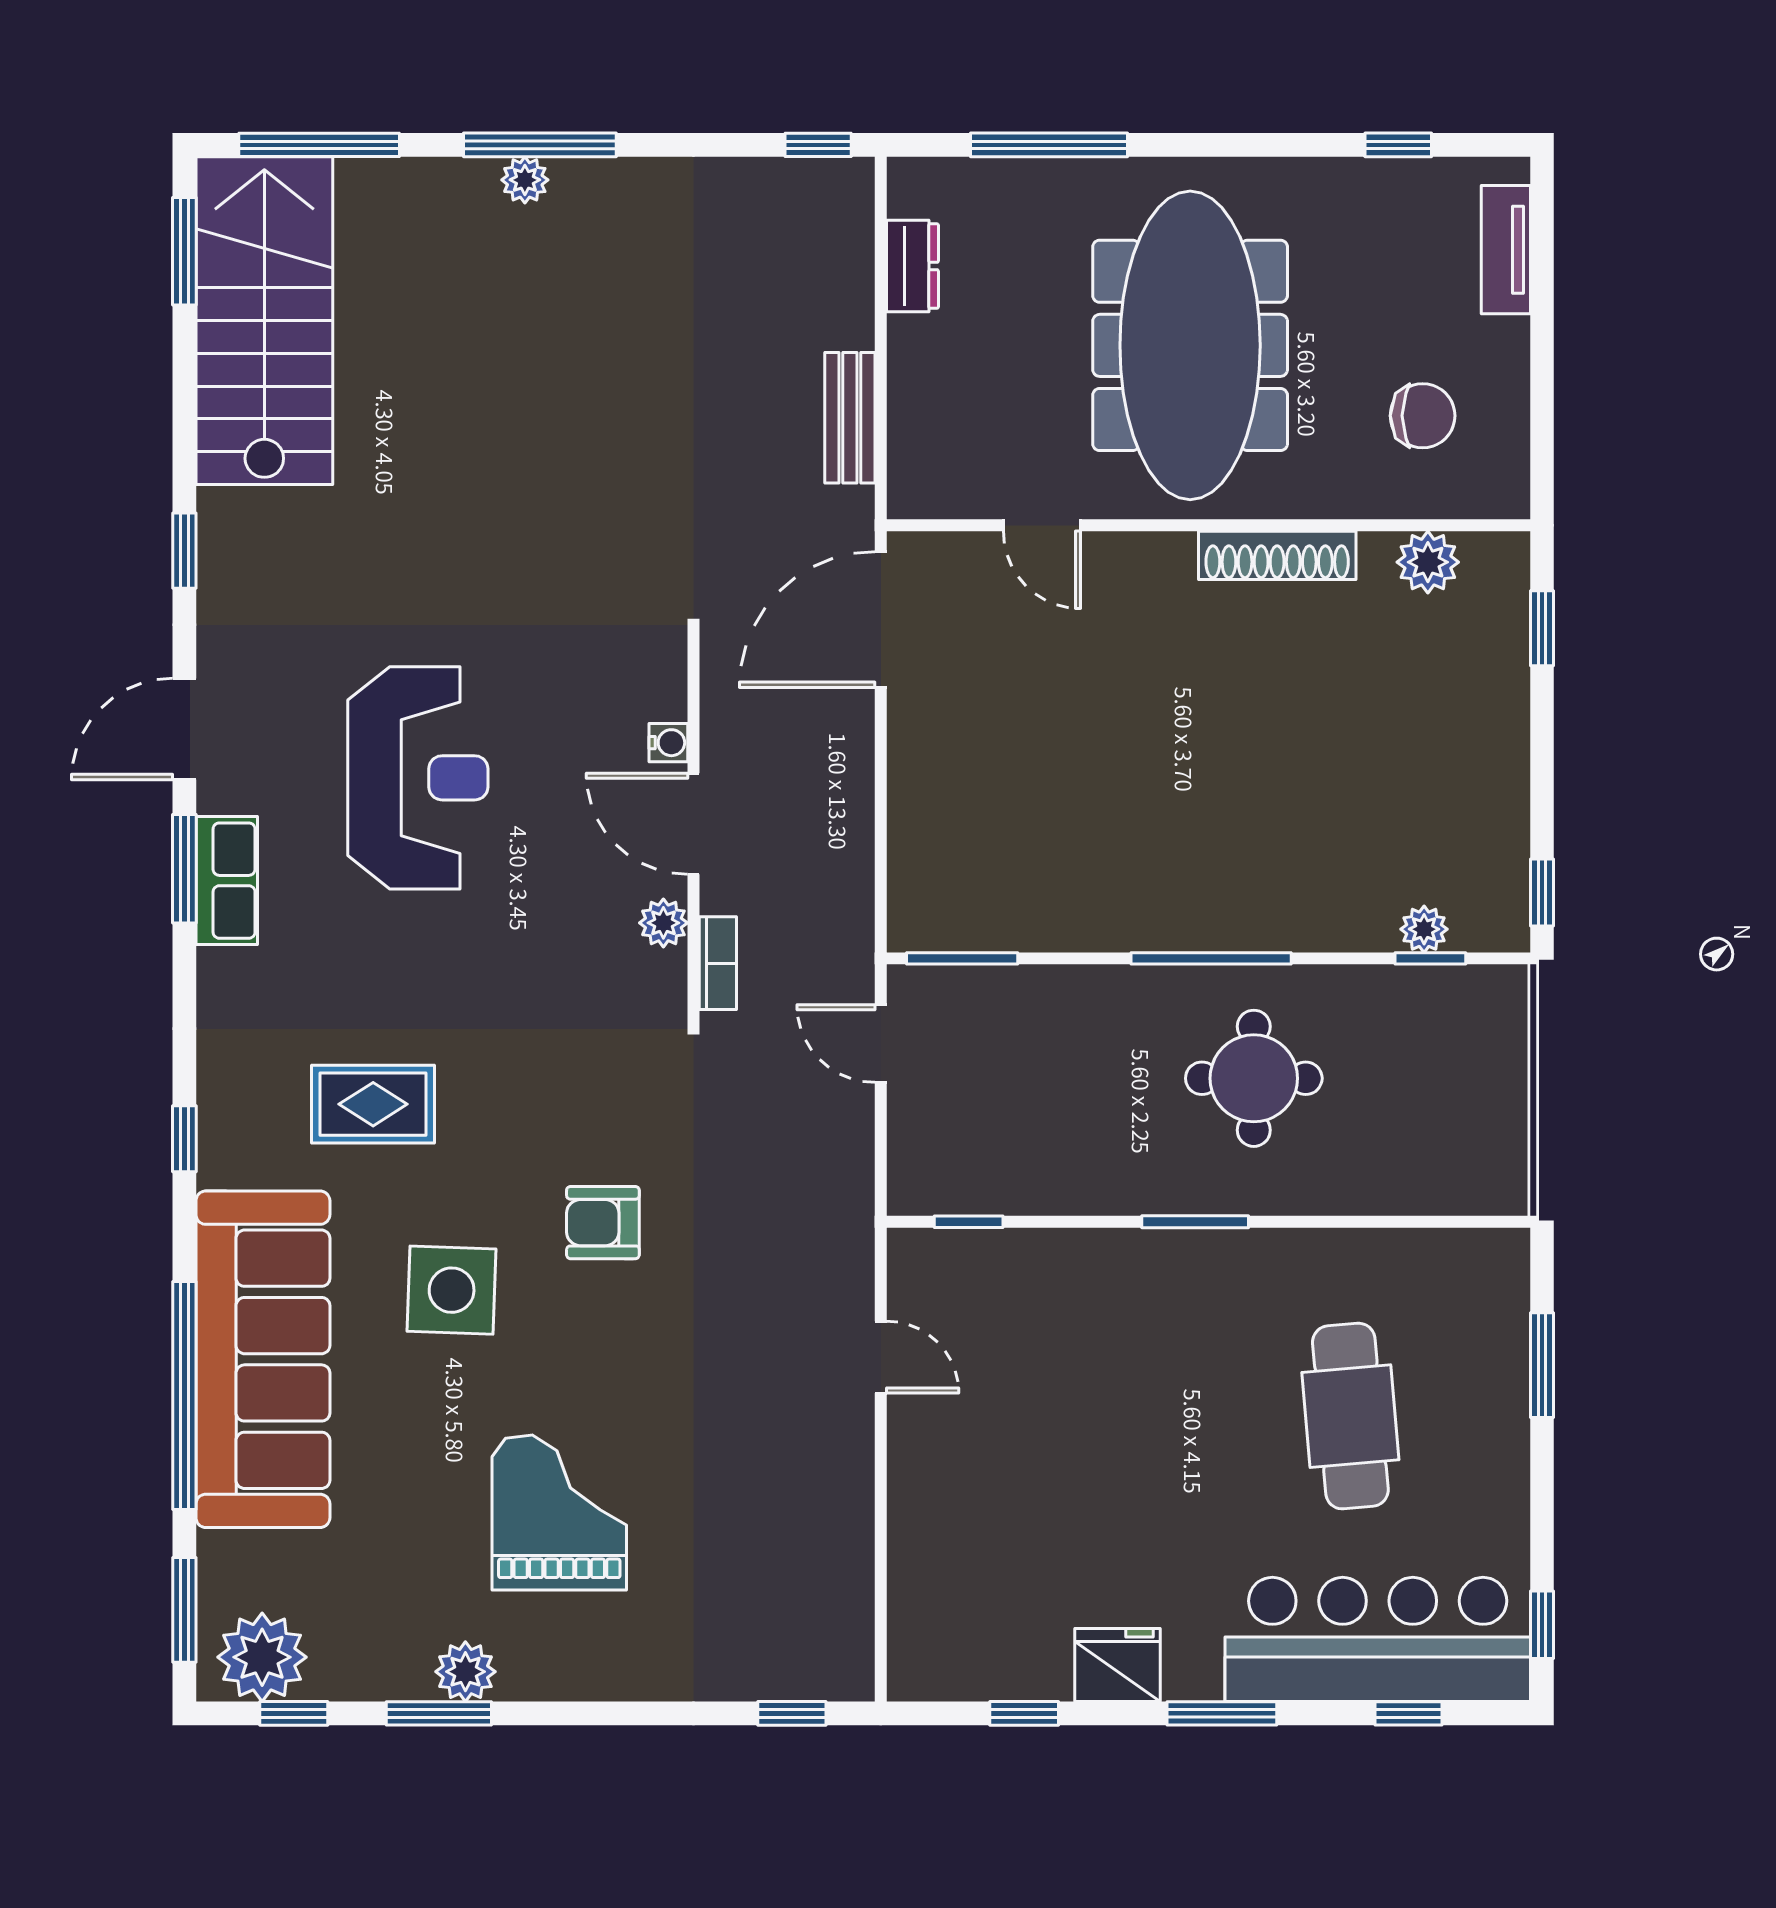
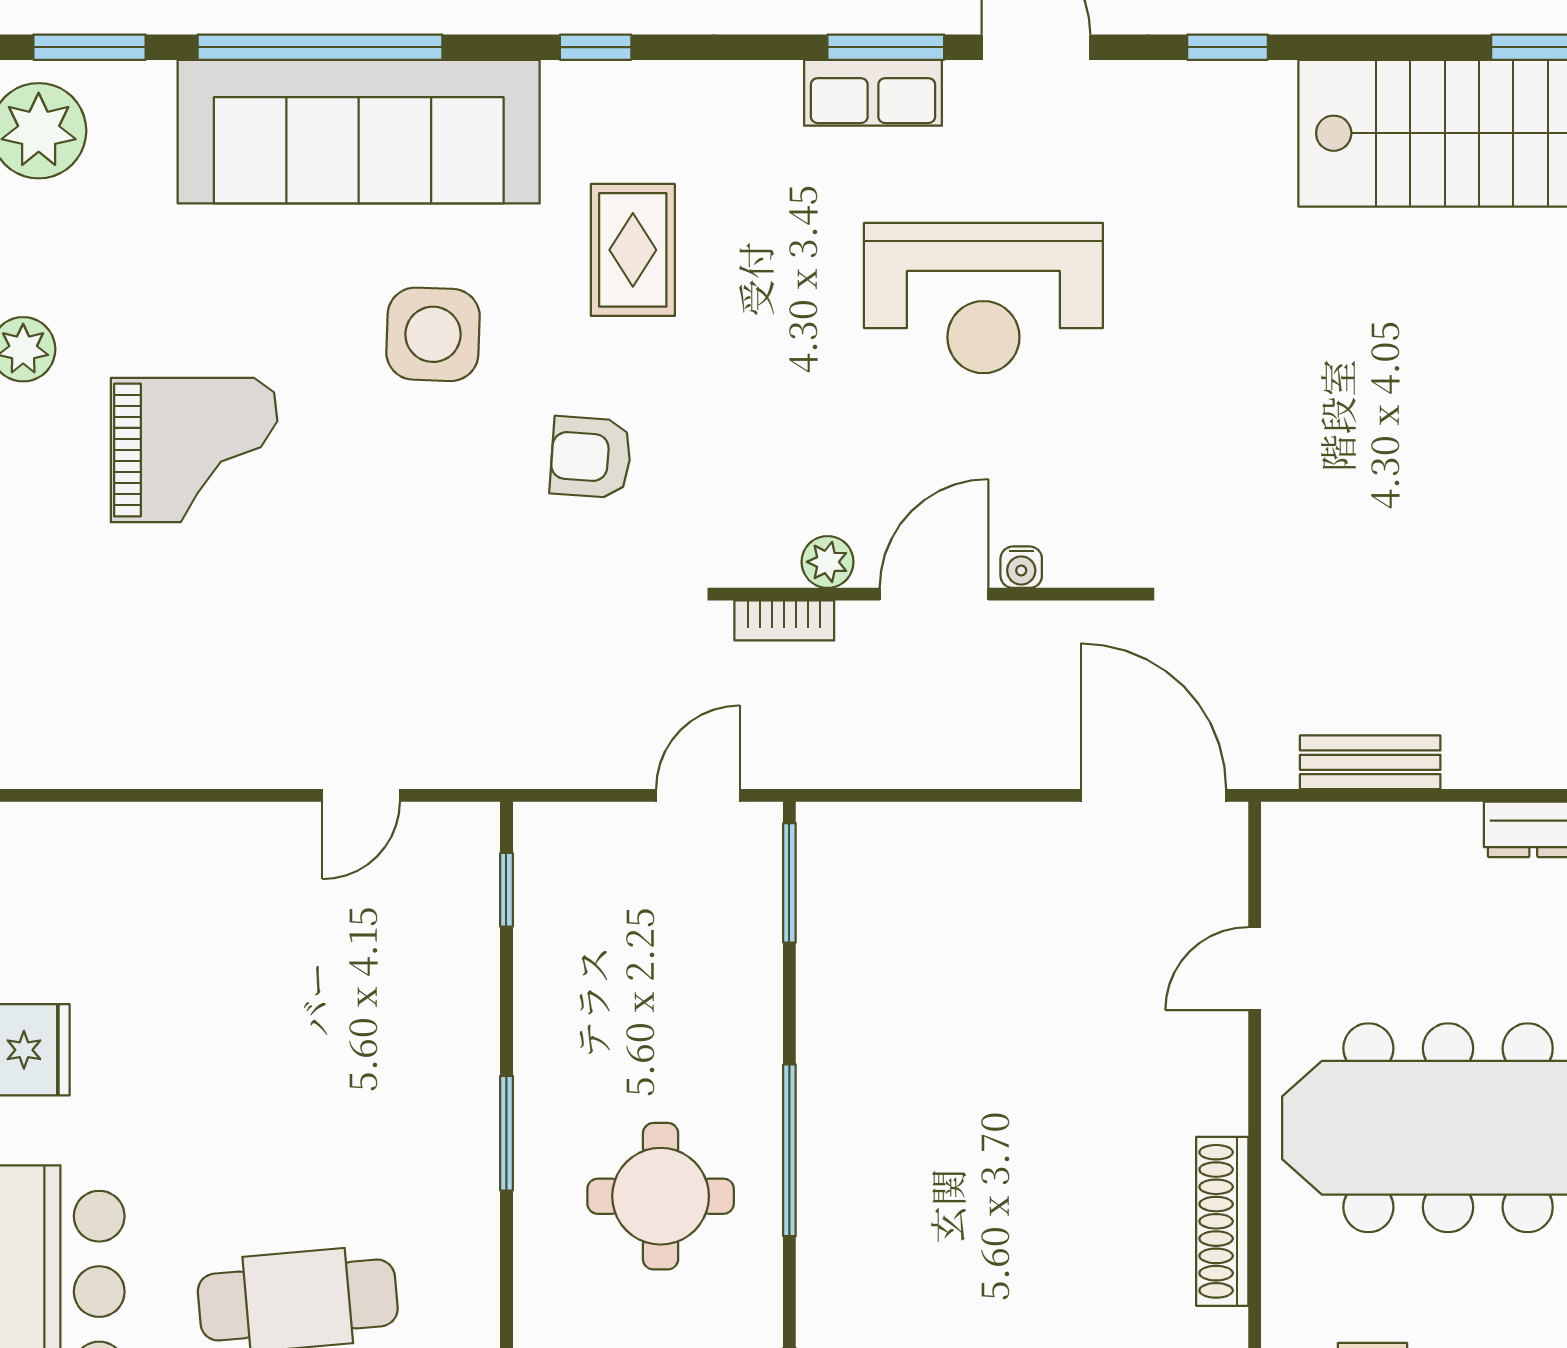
armchair: (603, 1223) -> (591, 457), moved, turned -86

